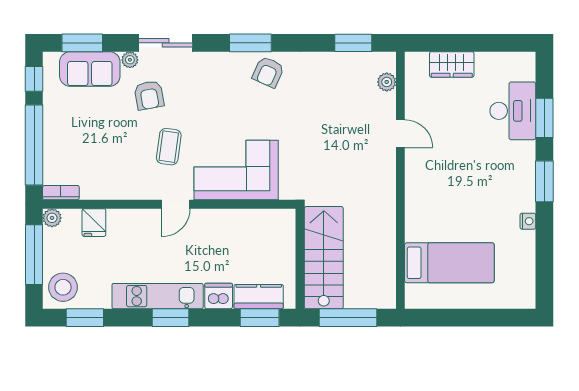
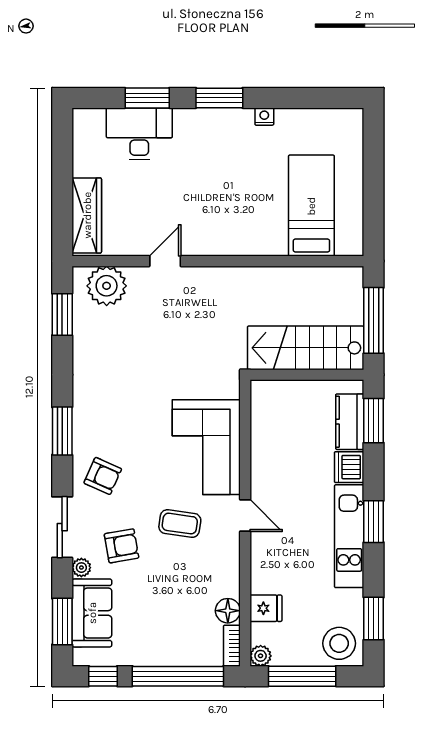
wardrobe: (452, 64) -> (87, 215), width x1.50
armchair: (268, 72) -> (103, 476), moved
plant: (387, 82) -> (107, 286), width x1.88, depth x1.88
floor lamp: (92, 189) -> (228, 611), added

